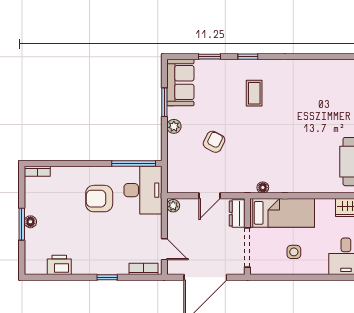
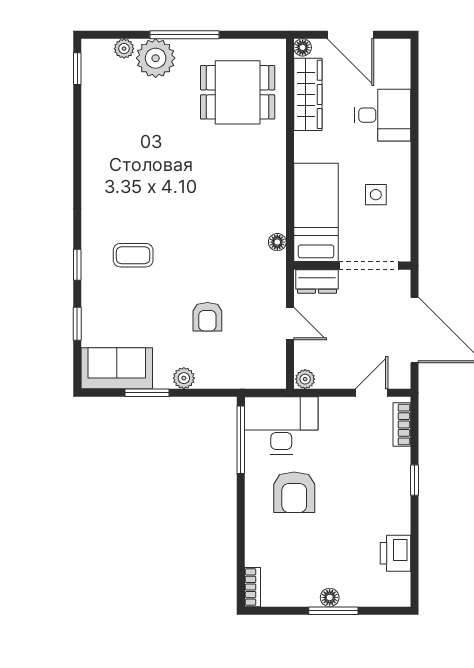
armchair: (214, 142) -> (207, 317), turned -117

